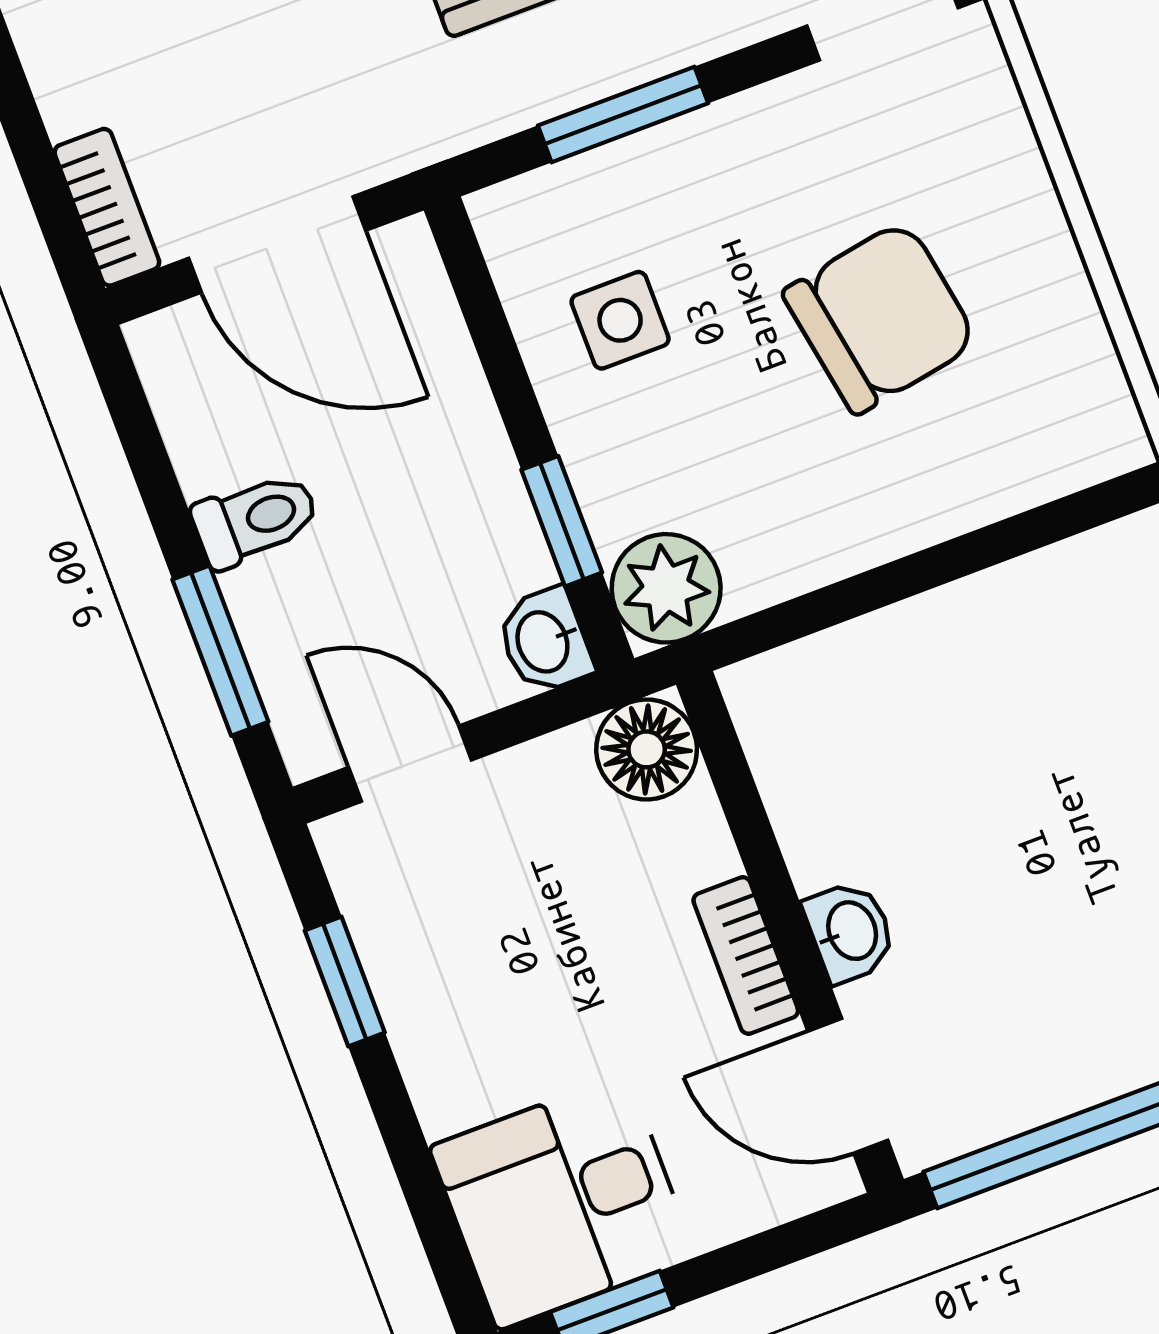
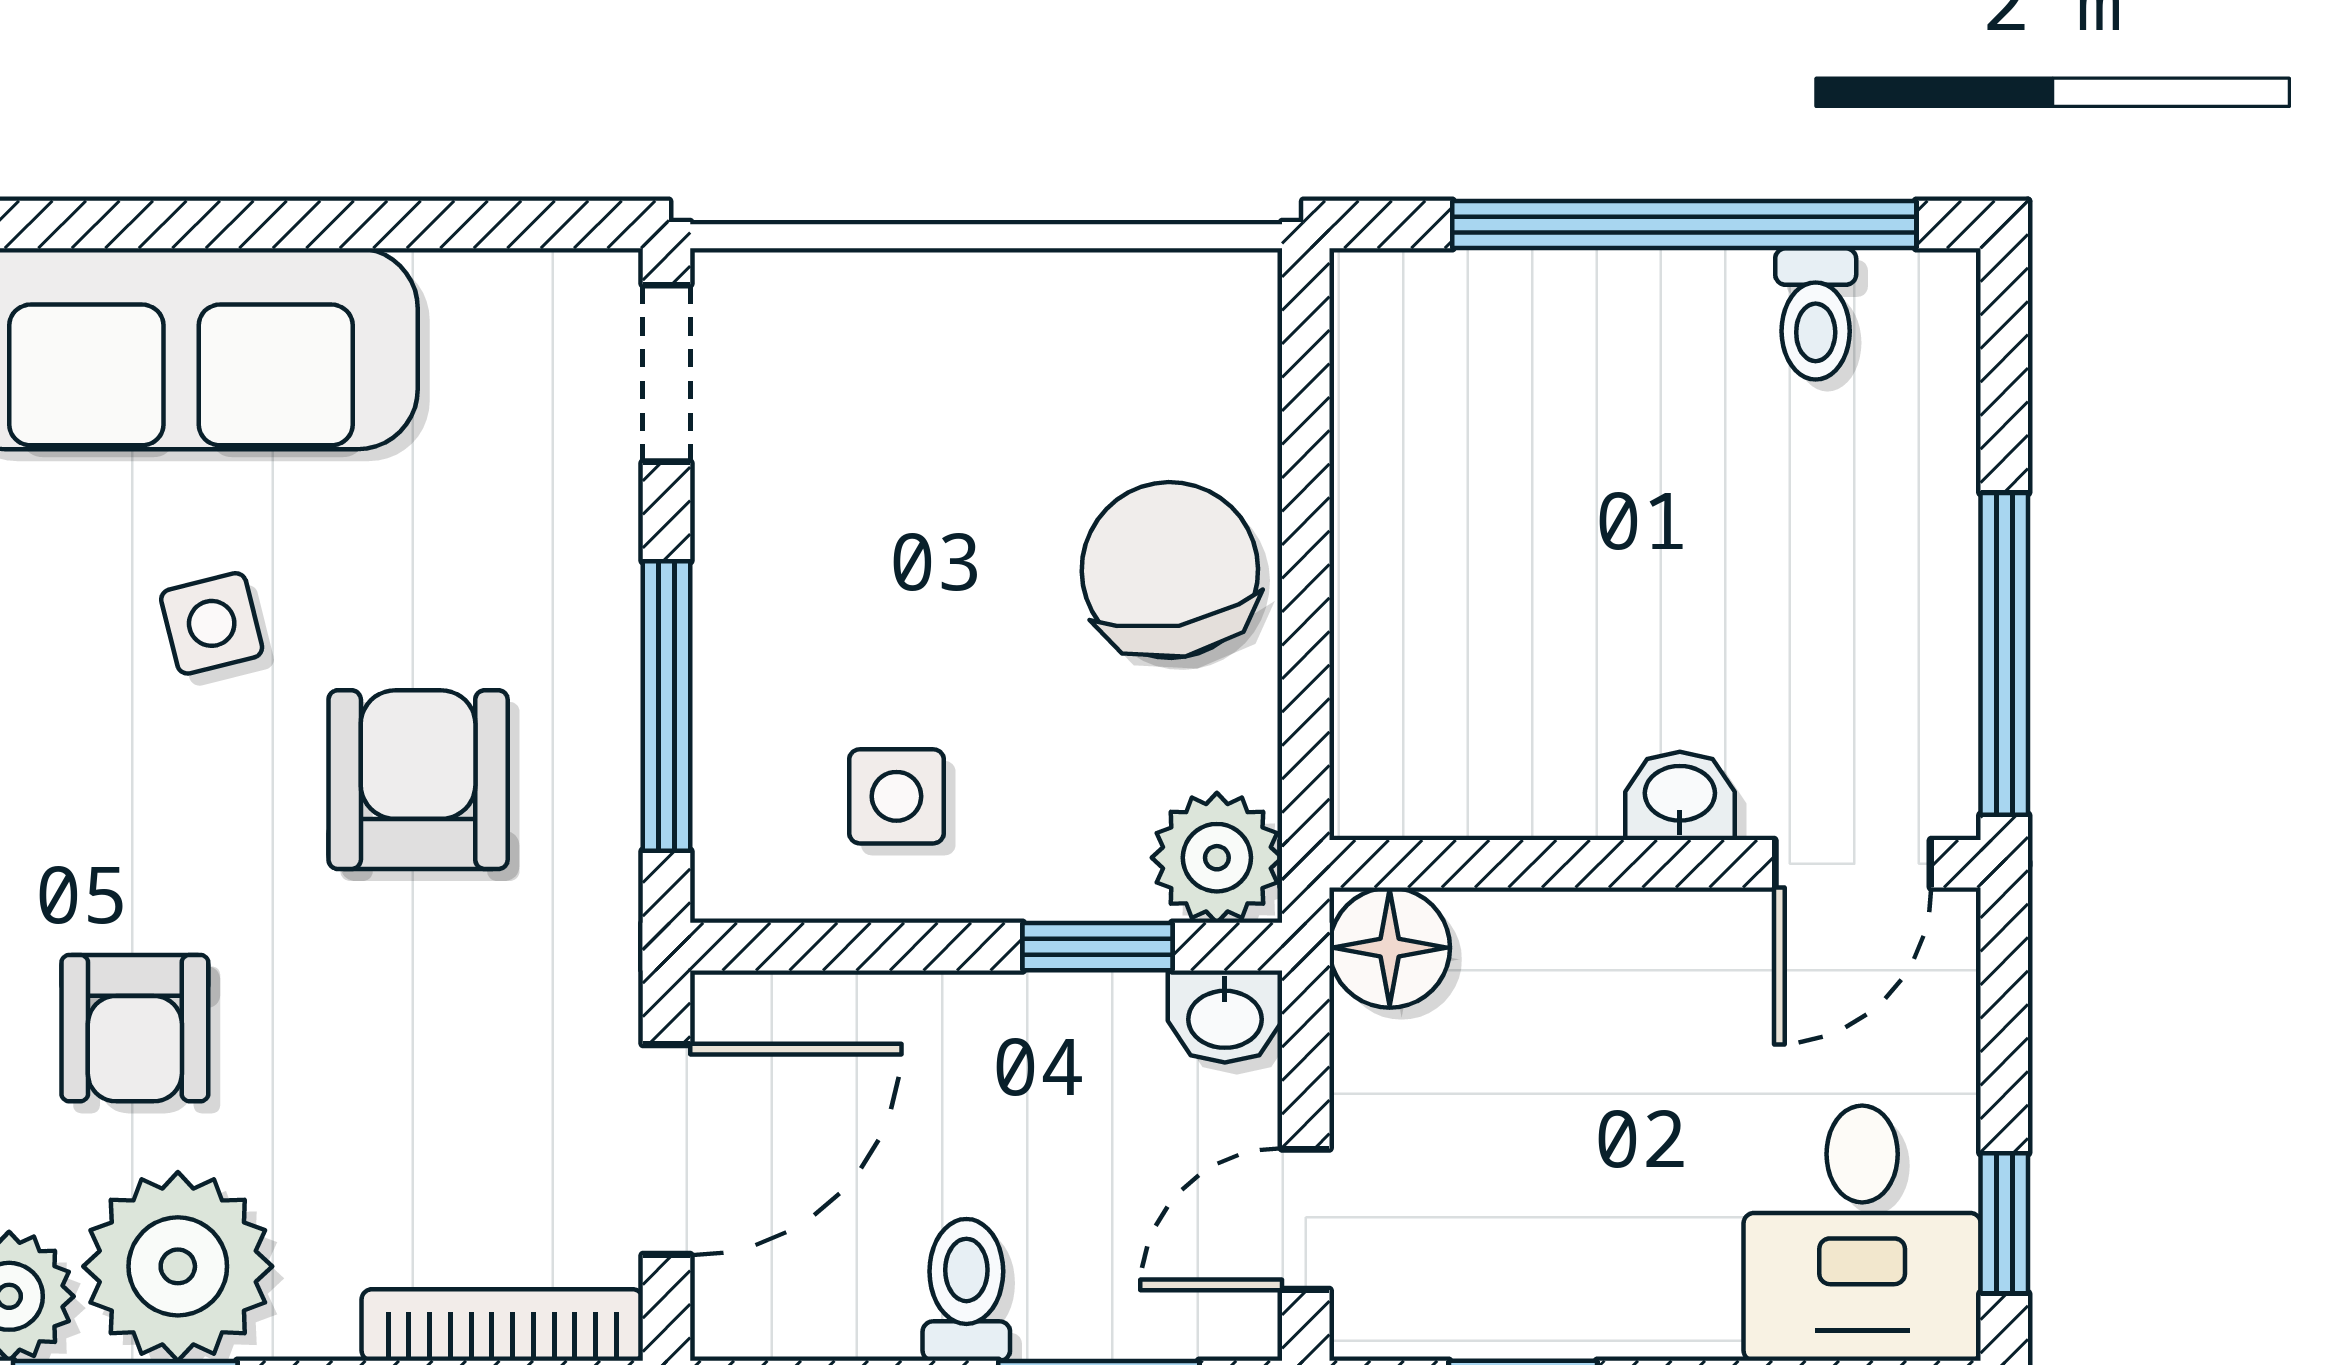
window: (623, 114) -> (667, 706), width x1.44
bookcase: (107, 207) -> (502, 1325), width x1.56
chair: (880, 317) -> (1170, 570), moved
bookcase: (746, 956) -> (1663, 923), removed

